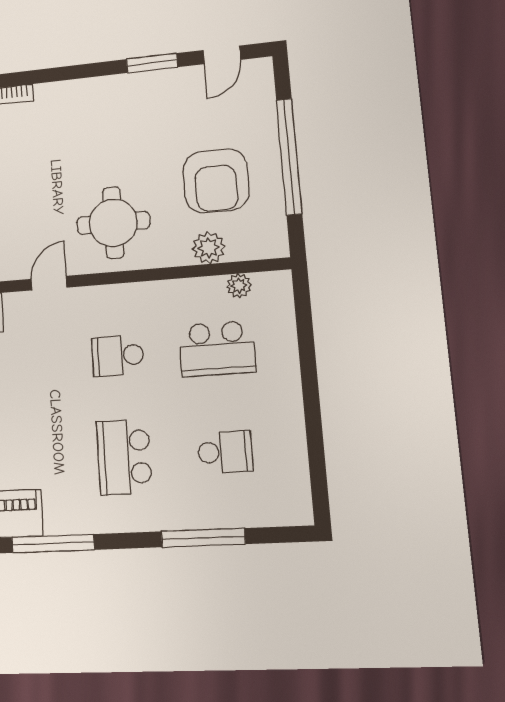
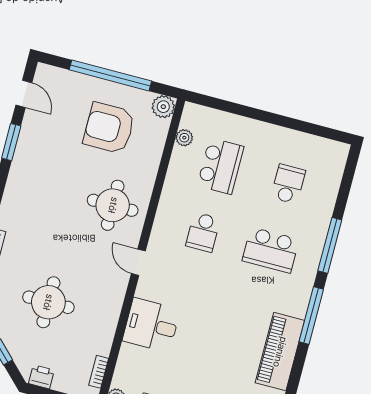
armchair: (216, 181) -> (109, 128), turned 180
plant: (209, 248) -> (163, 107), moved
window: (203, 538) -> (330, 245), moved

